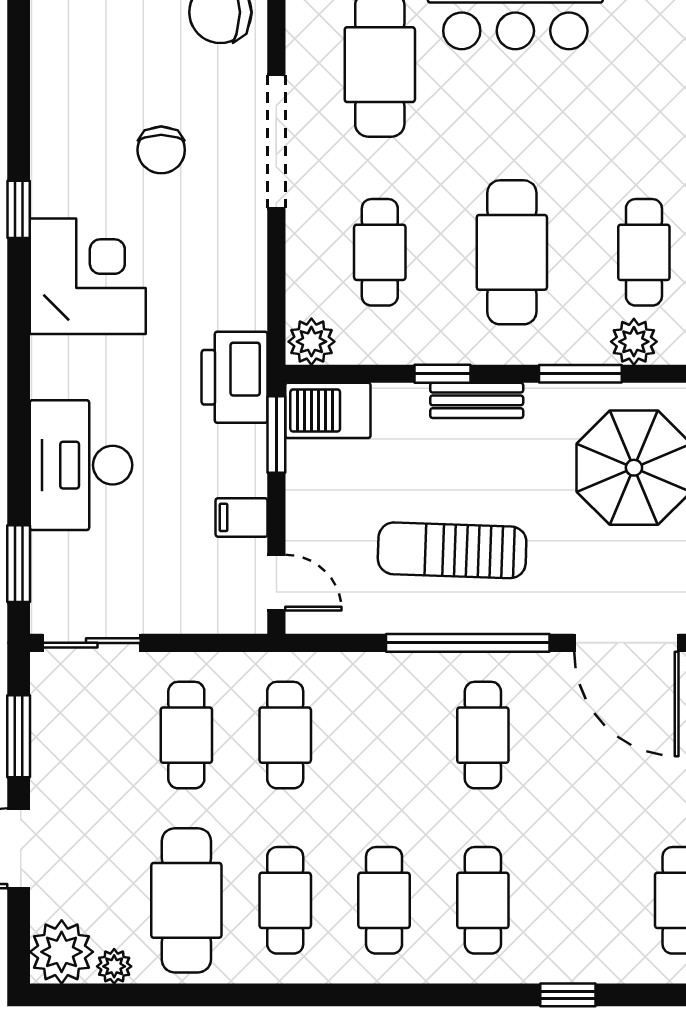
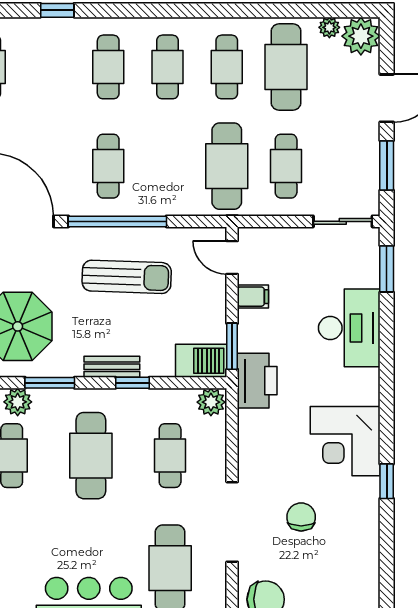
cafe table: (285, 735) -> (227, 166), width x1.37, depth x1.35

